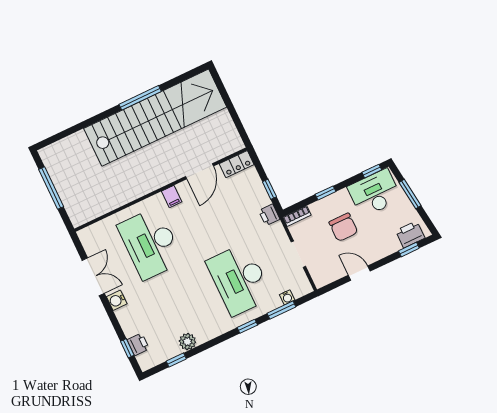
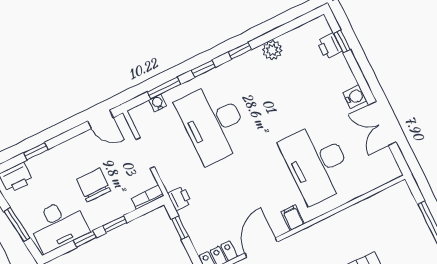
window: (372, 171) -> (85, 239), moved
desk: (150, 243) -> (317, 163), turned 180
window: (409, 249) -> (36, 151), moved
door: (359, 273) -> (100, 119), moved
desk: (239, 279) -> (213, 123), turned 180
window: (176, 360) -> (240, 51), moved

